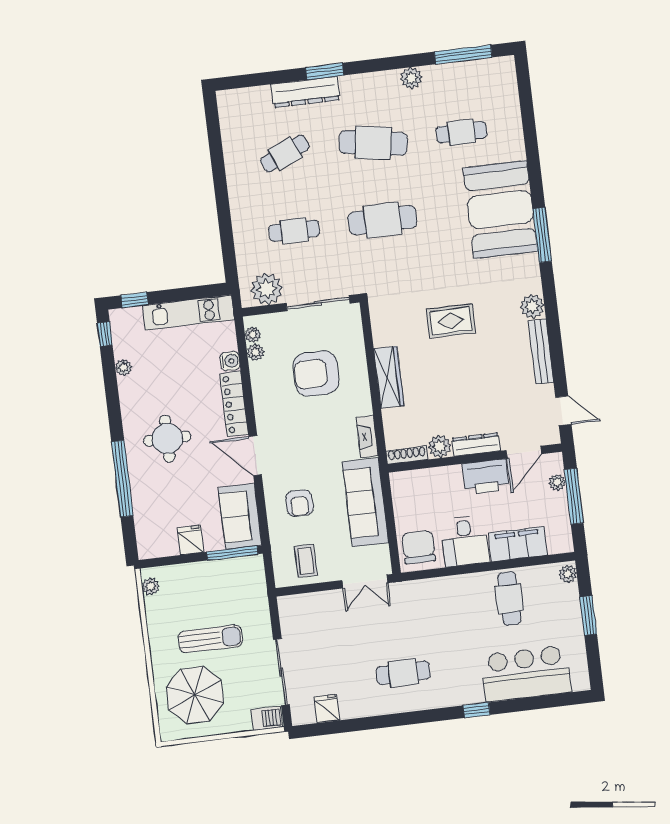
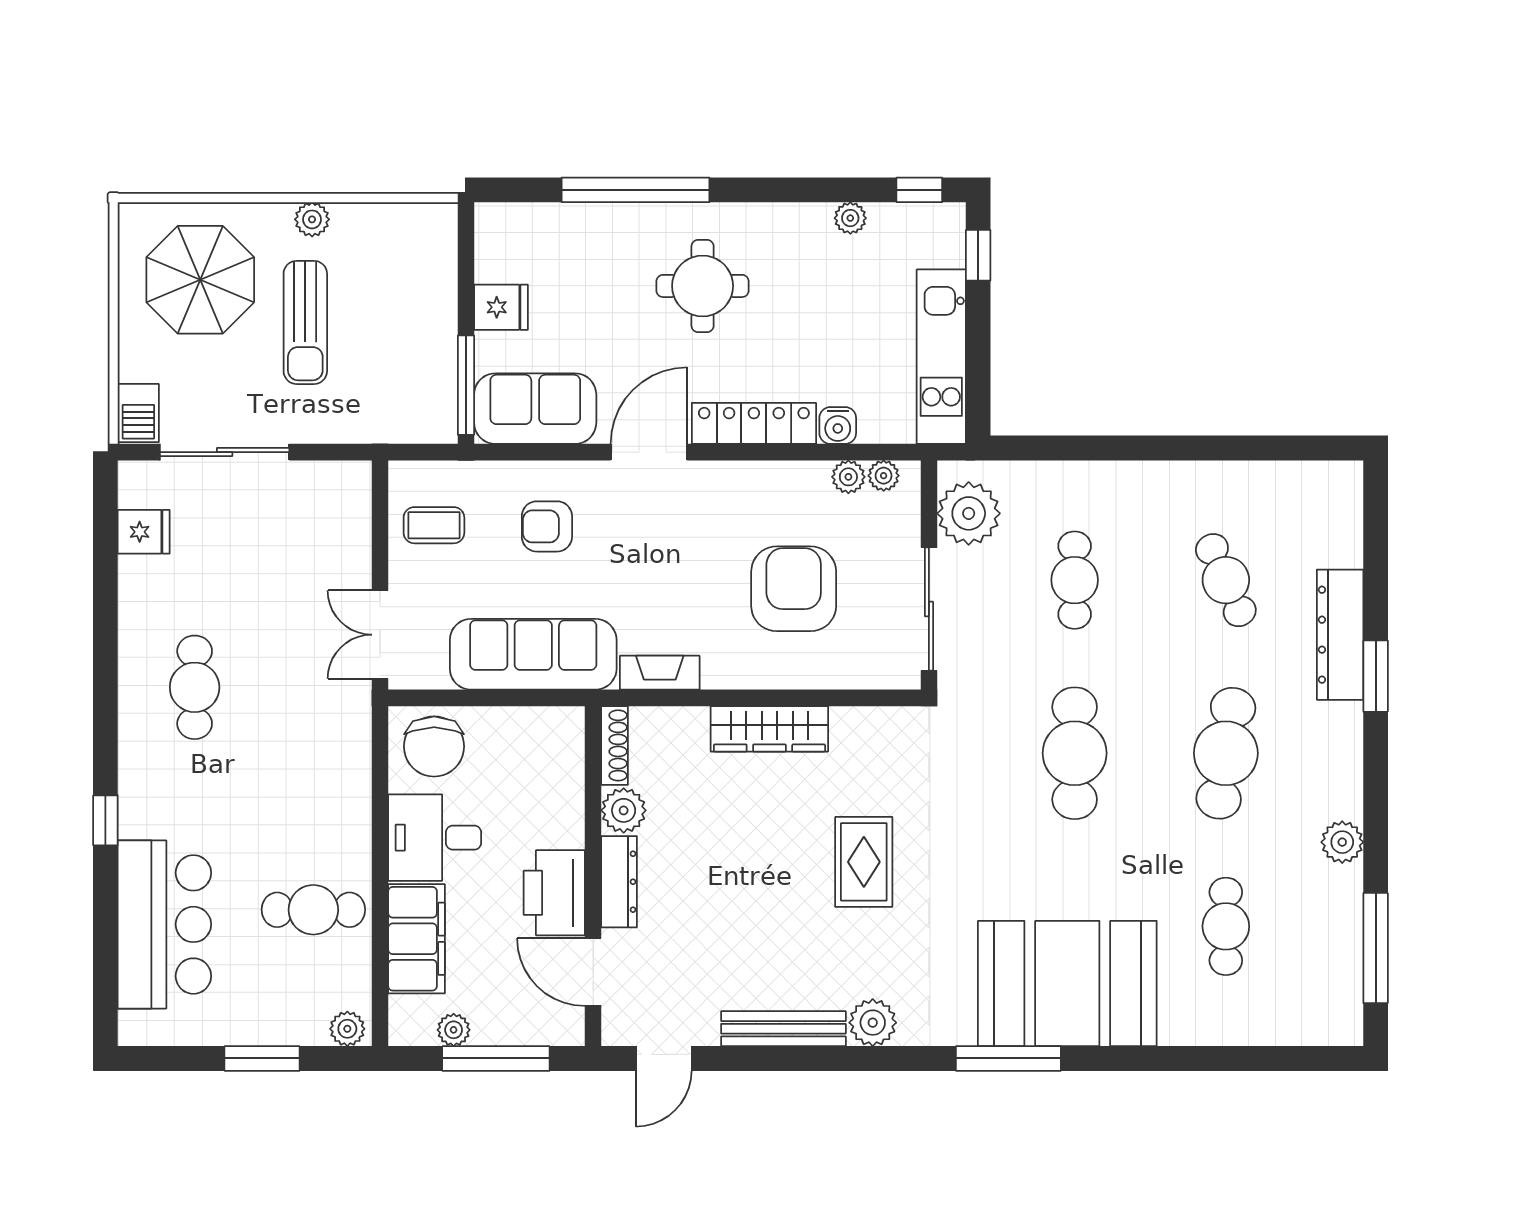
plant: (557, 482) -> (454, 1030), moved
chair: (419, 547) -> (434, 746), turned 90
plant: (151, 586) -> (312, 219), moved

